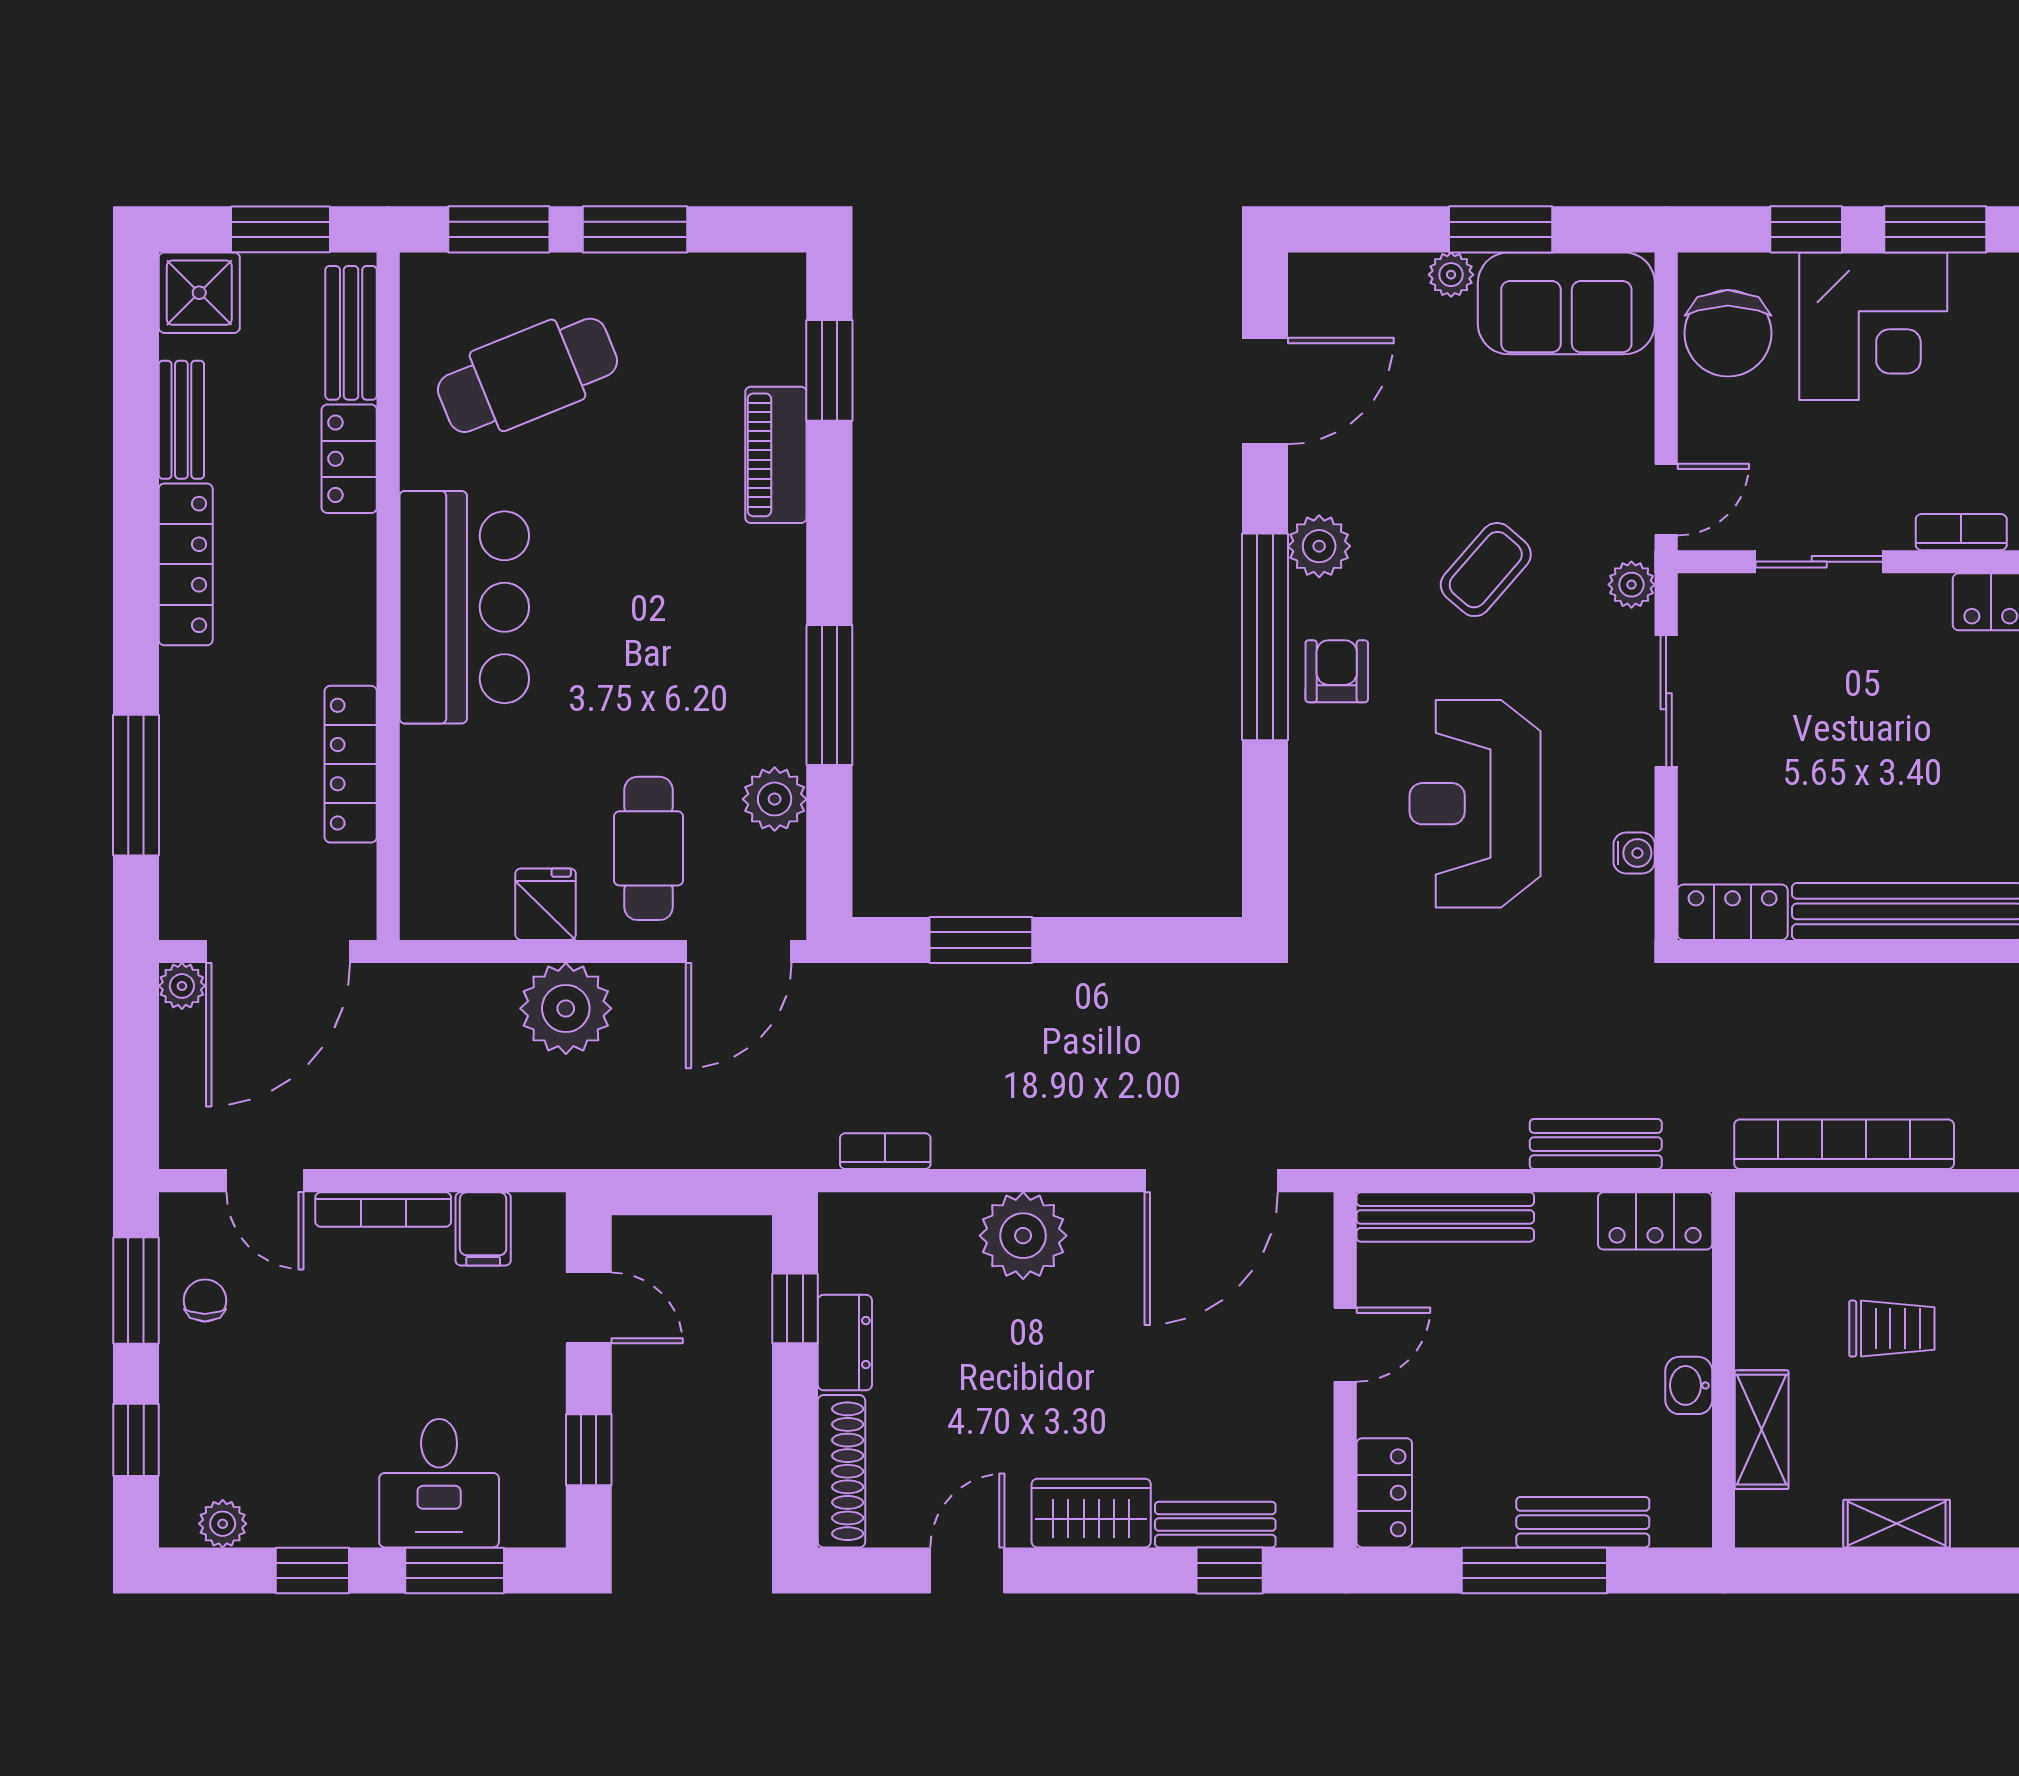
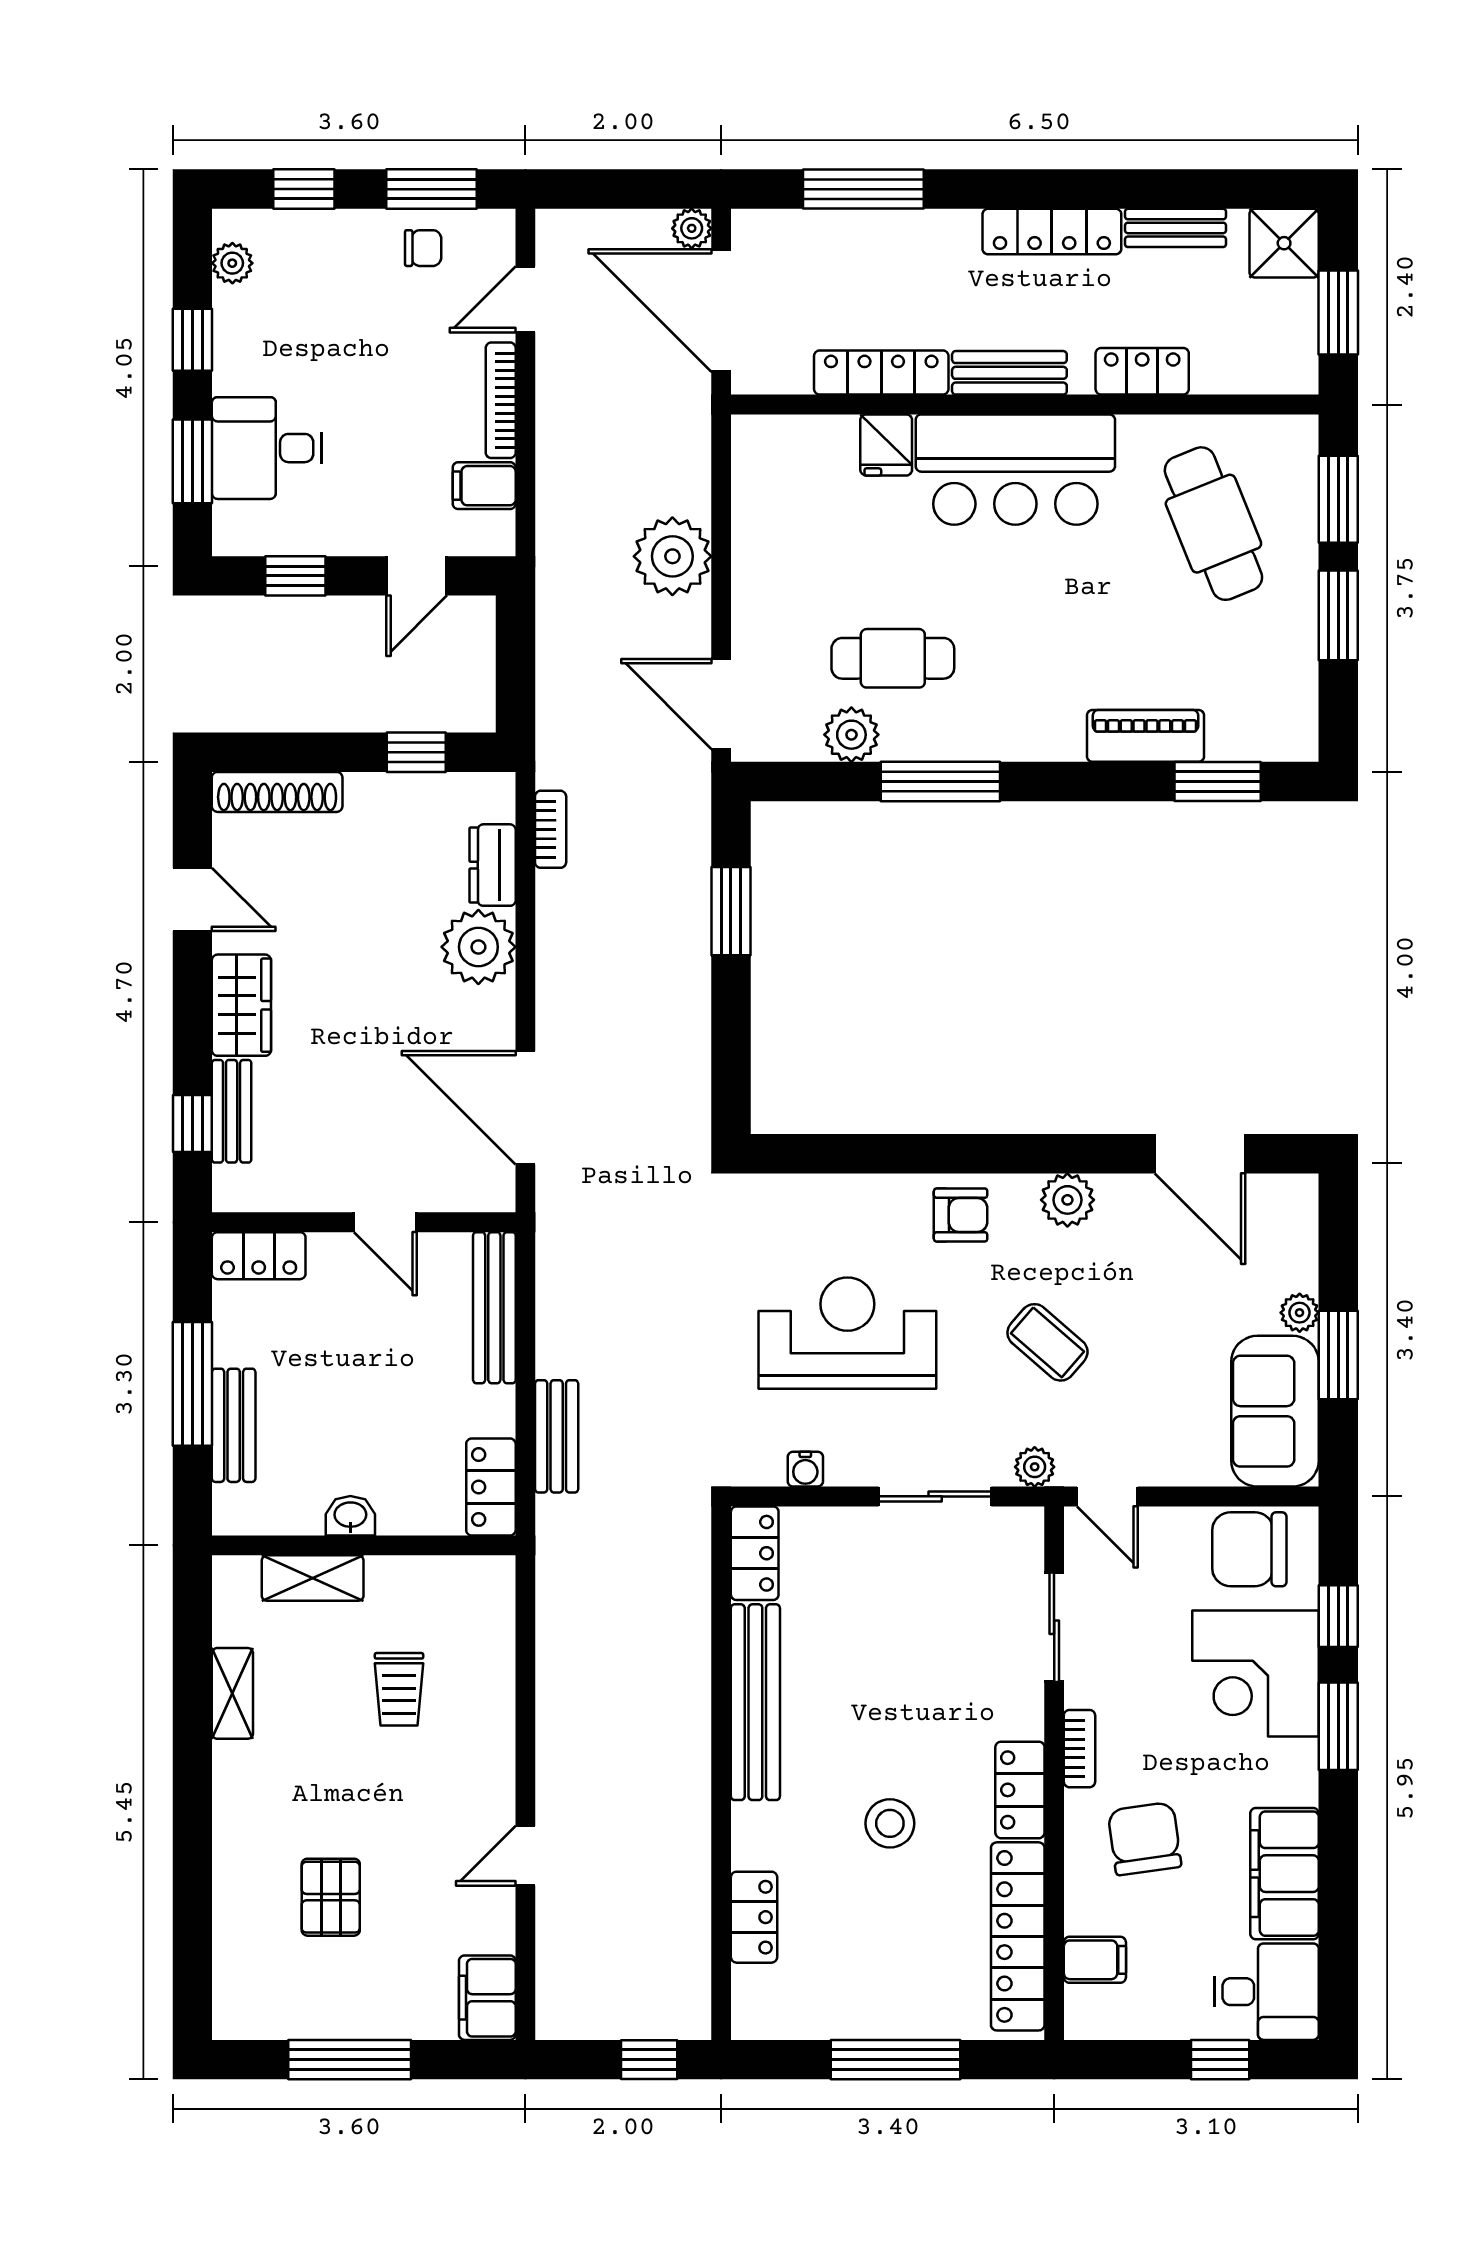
bench: (351, 333) -> (1009, 373), moved
window: (1265, 637) -> (990, 1154), removed
cafe table: (648, 848) -> (893, 658), moved
fridge: (546, 904) -> (886, 445), moved, turned 90
bookcase: (1844, 1144) -> (556, 1648), removed
dresser: (845, 1343) -> (493, 865), moved, turned 90

